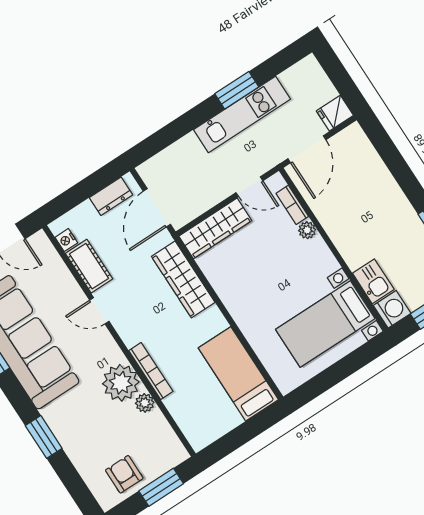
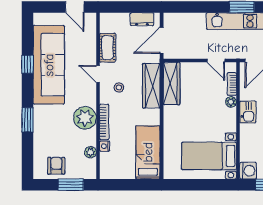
wardrobe: (215, 228) -> (172, 83), moved, turned -90
nightstand: (66, 240) -> (105, 146), moved
kitchen sink: (373, 281) -> (248, 112), moved
stool: (140, 311) -> (119, 87), added
plant: (145, 403) -> (90, 152), moved

